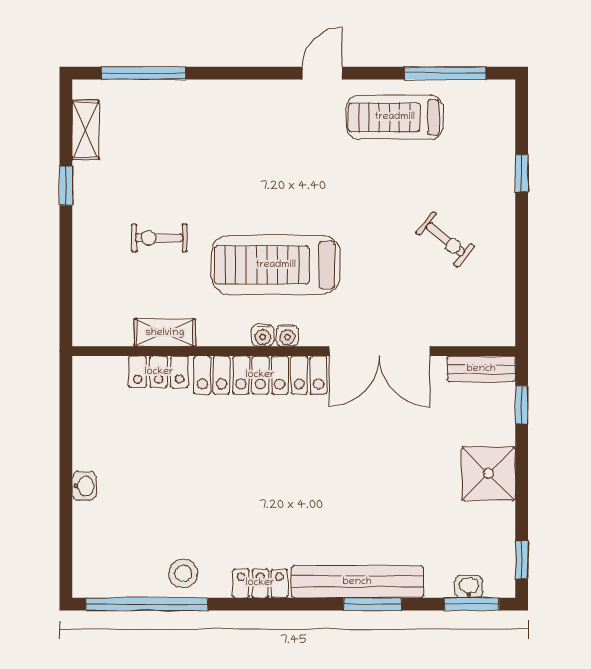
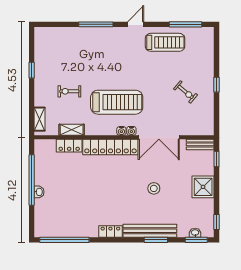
window: (143, 73) -> (96, 24), moved
treadmill: (395, 117) -> (165, 42), turned 180
shelving: (86, 130) -> (40, 119), moved
window: (522, 173) -> (217, 85), moved
treadmill: (276, 265) -> (117, 102), turned 180
water cooler: (263, 335) -> (131, 131), moved
window: (66, 456) -> (32, 180), added
stool: (183, 573) -> (154, 188), moved

